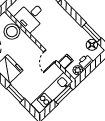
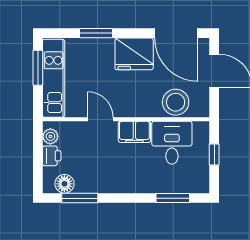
filing cabinet: (66, 62) -> (134, 132), moved, width x2.00
window: (63, 95) -> (38, 68), moved

